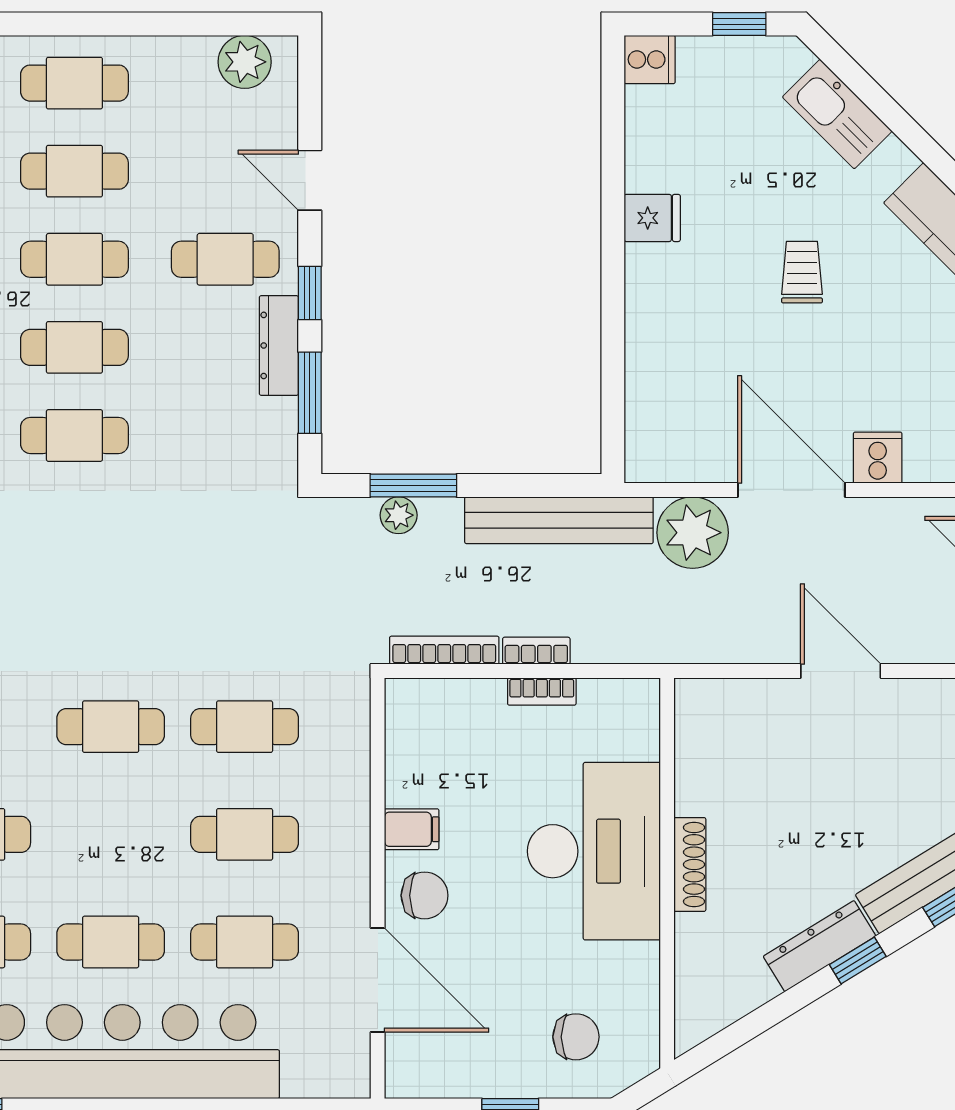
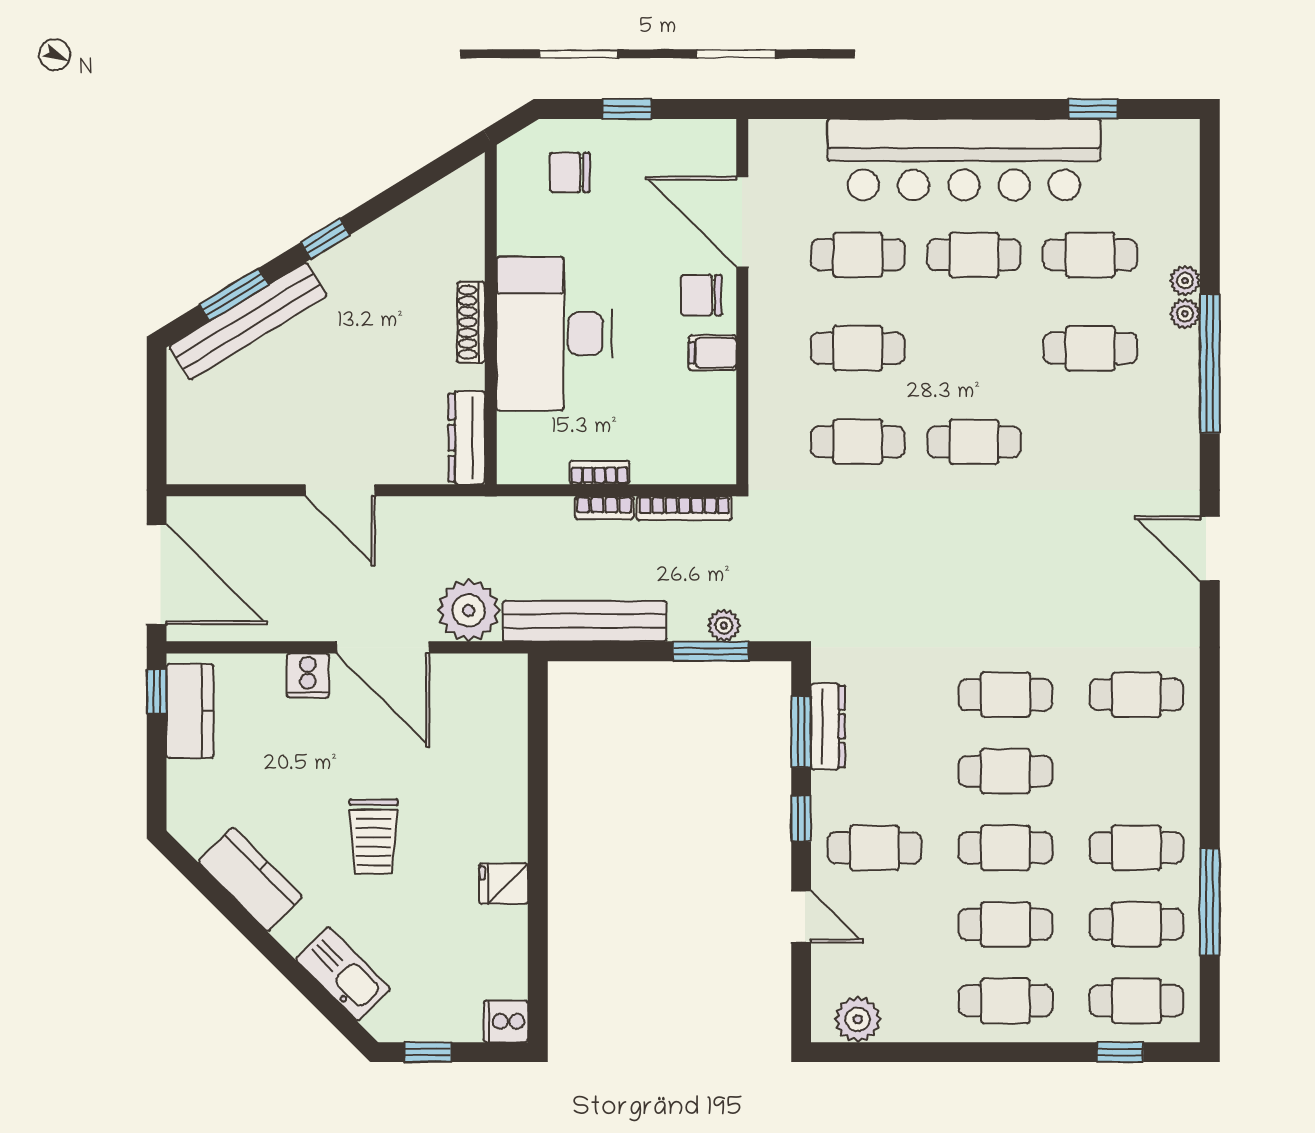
trolley: (802, 272) -> (374, 837), width x1.36, depth x1.39
dresser: (279, 345) -> (828, 726), moved
dresser: (819, 946) -> (467, 438), moved, turned 122

